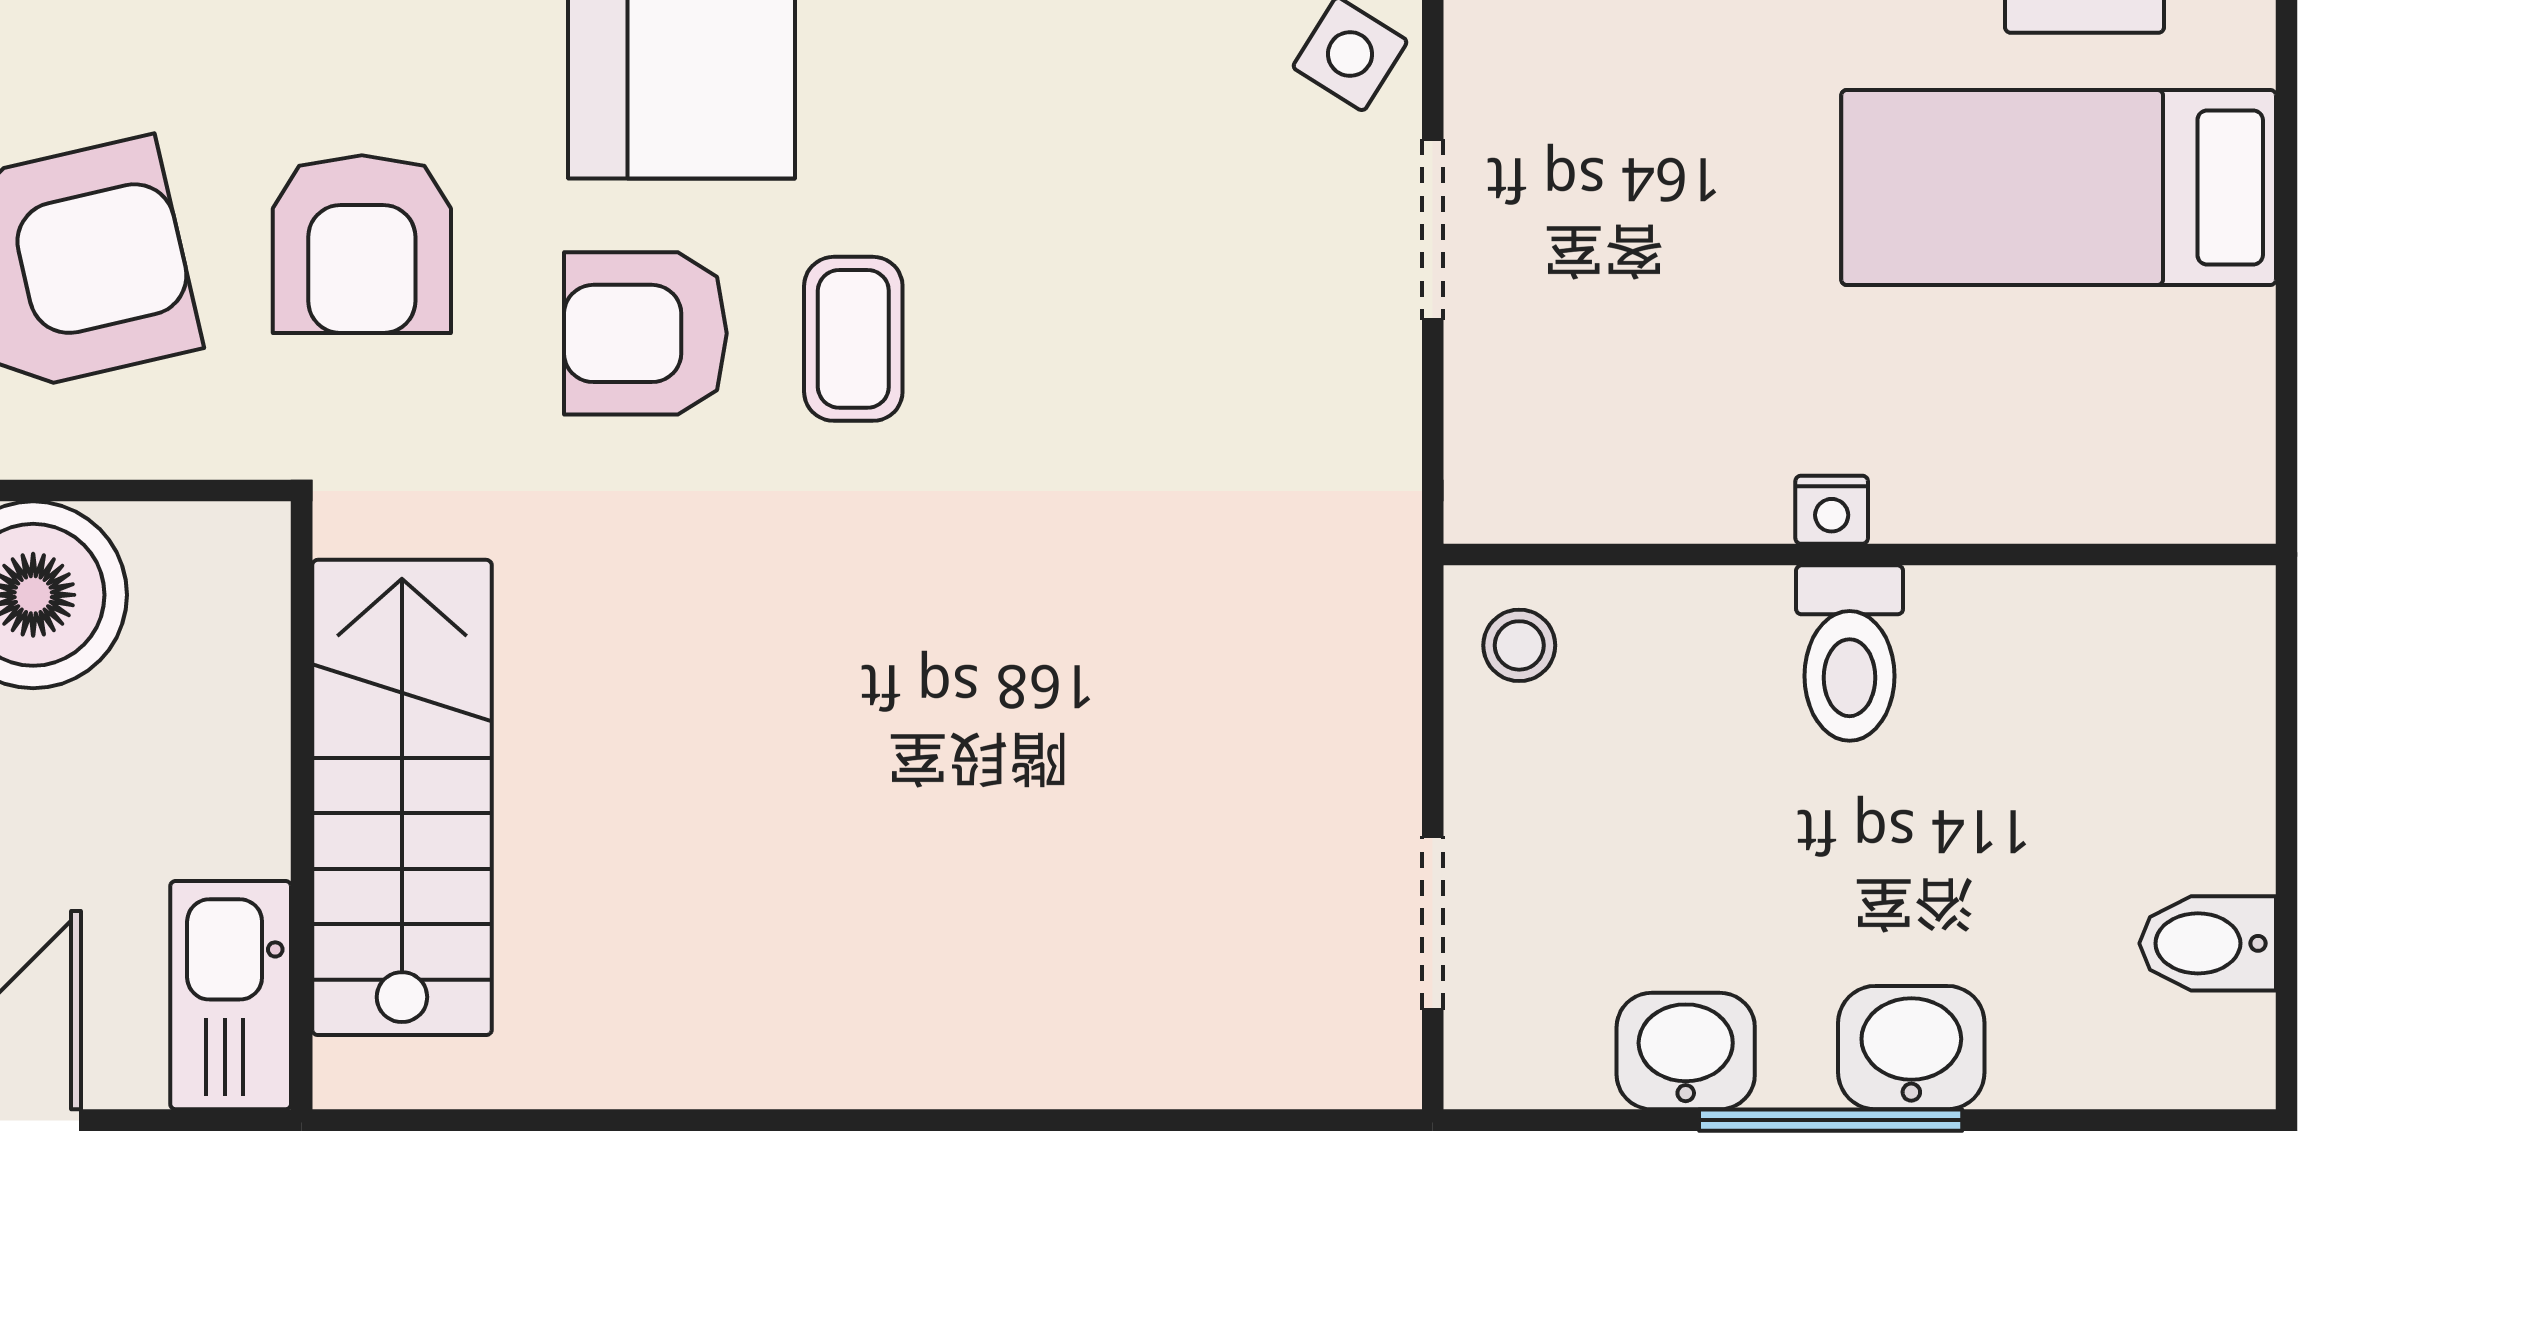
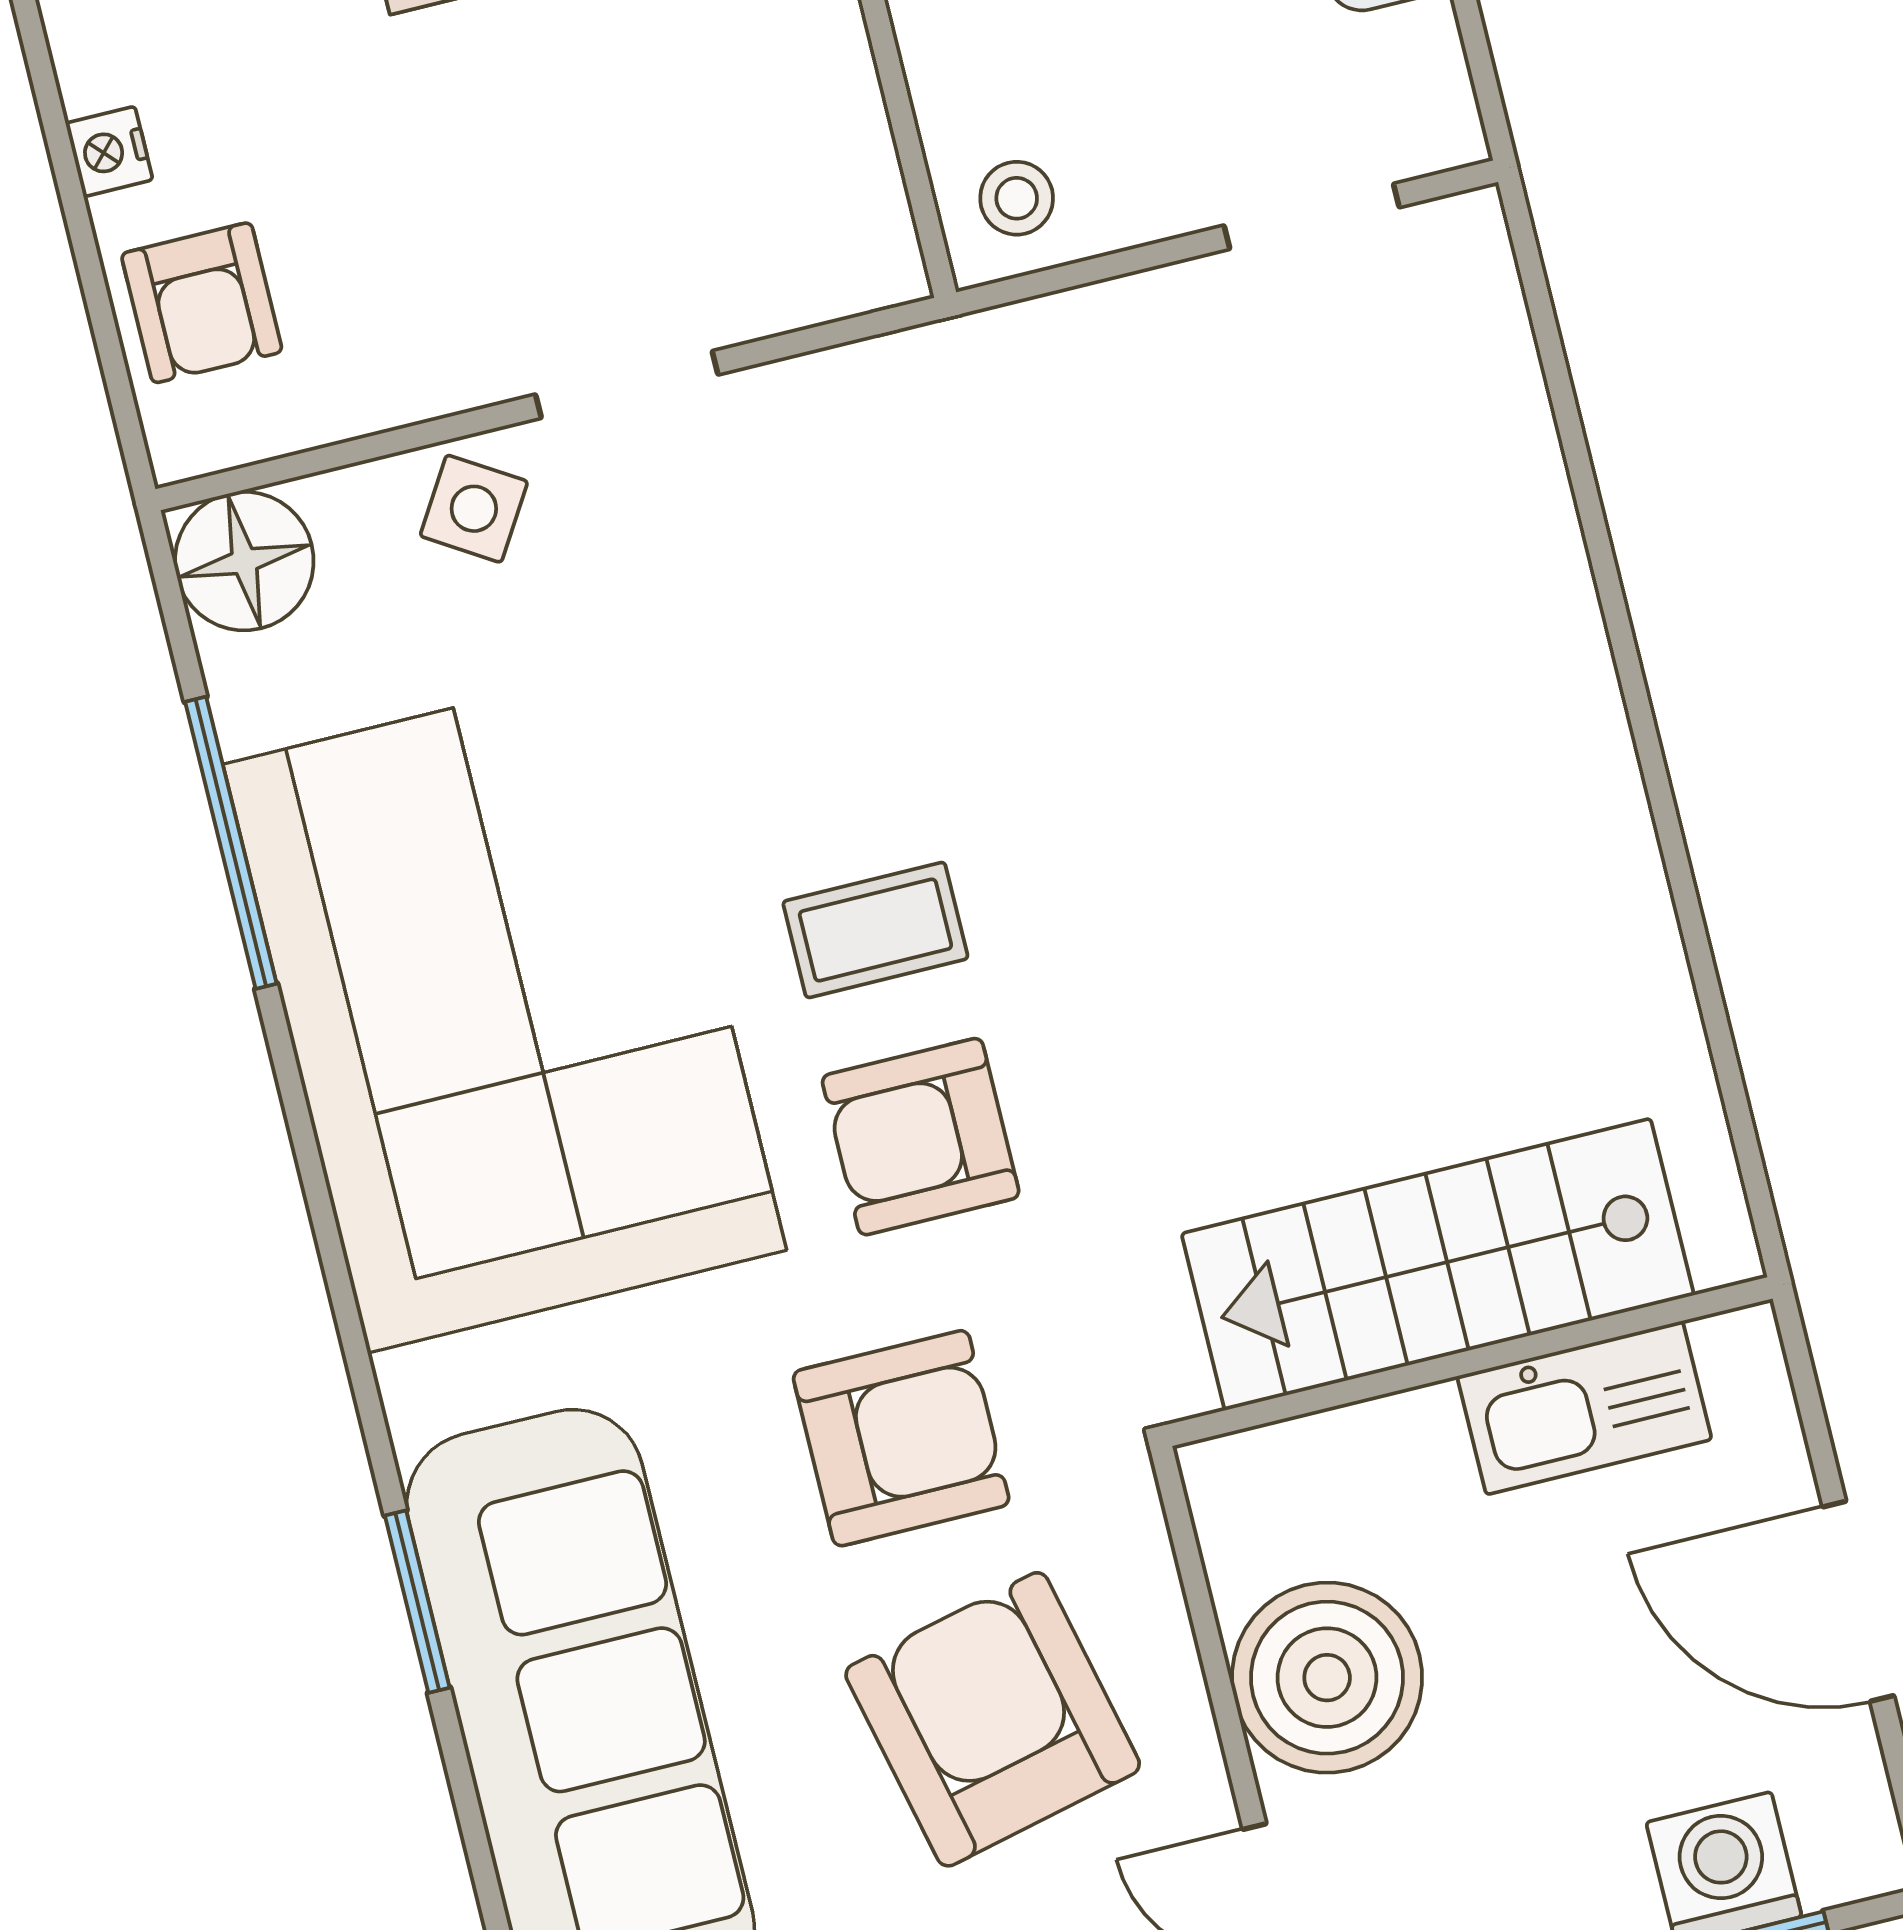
armchair: (645, 333) -> (921, 1137), turned 90
kitchen sink: (231, 995) -> (1584, 1408), moved

